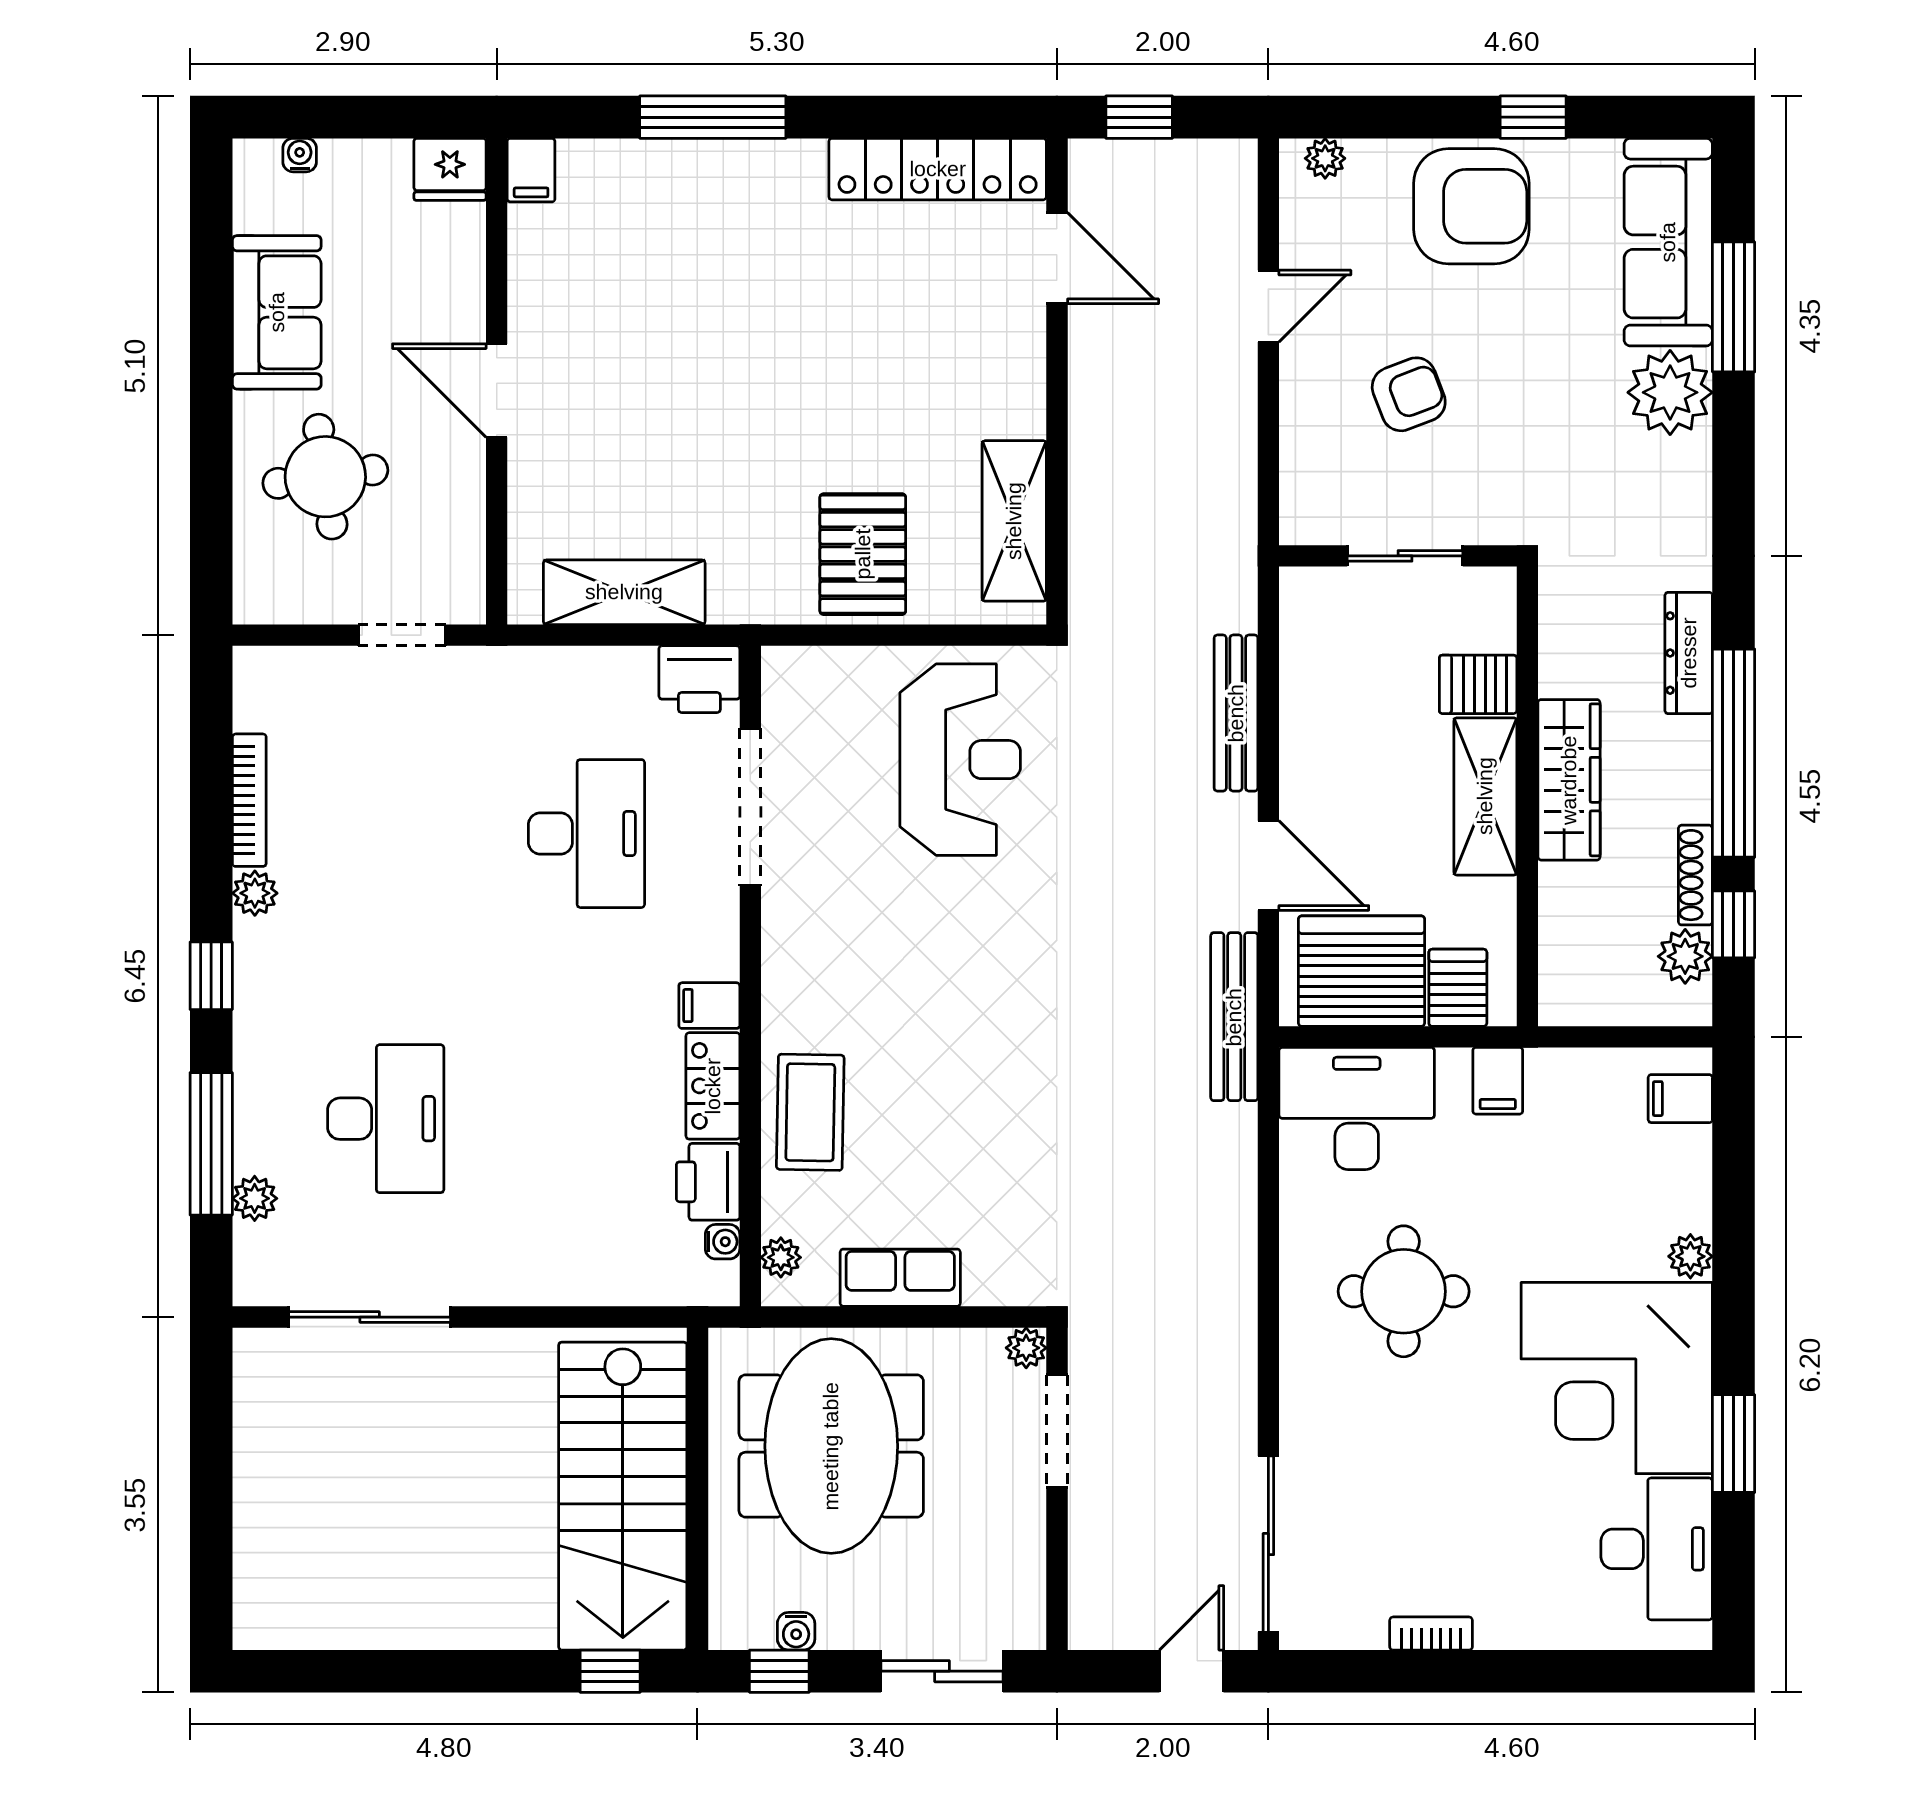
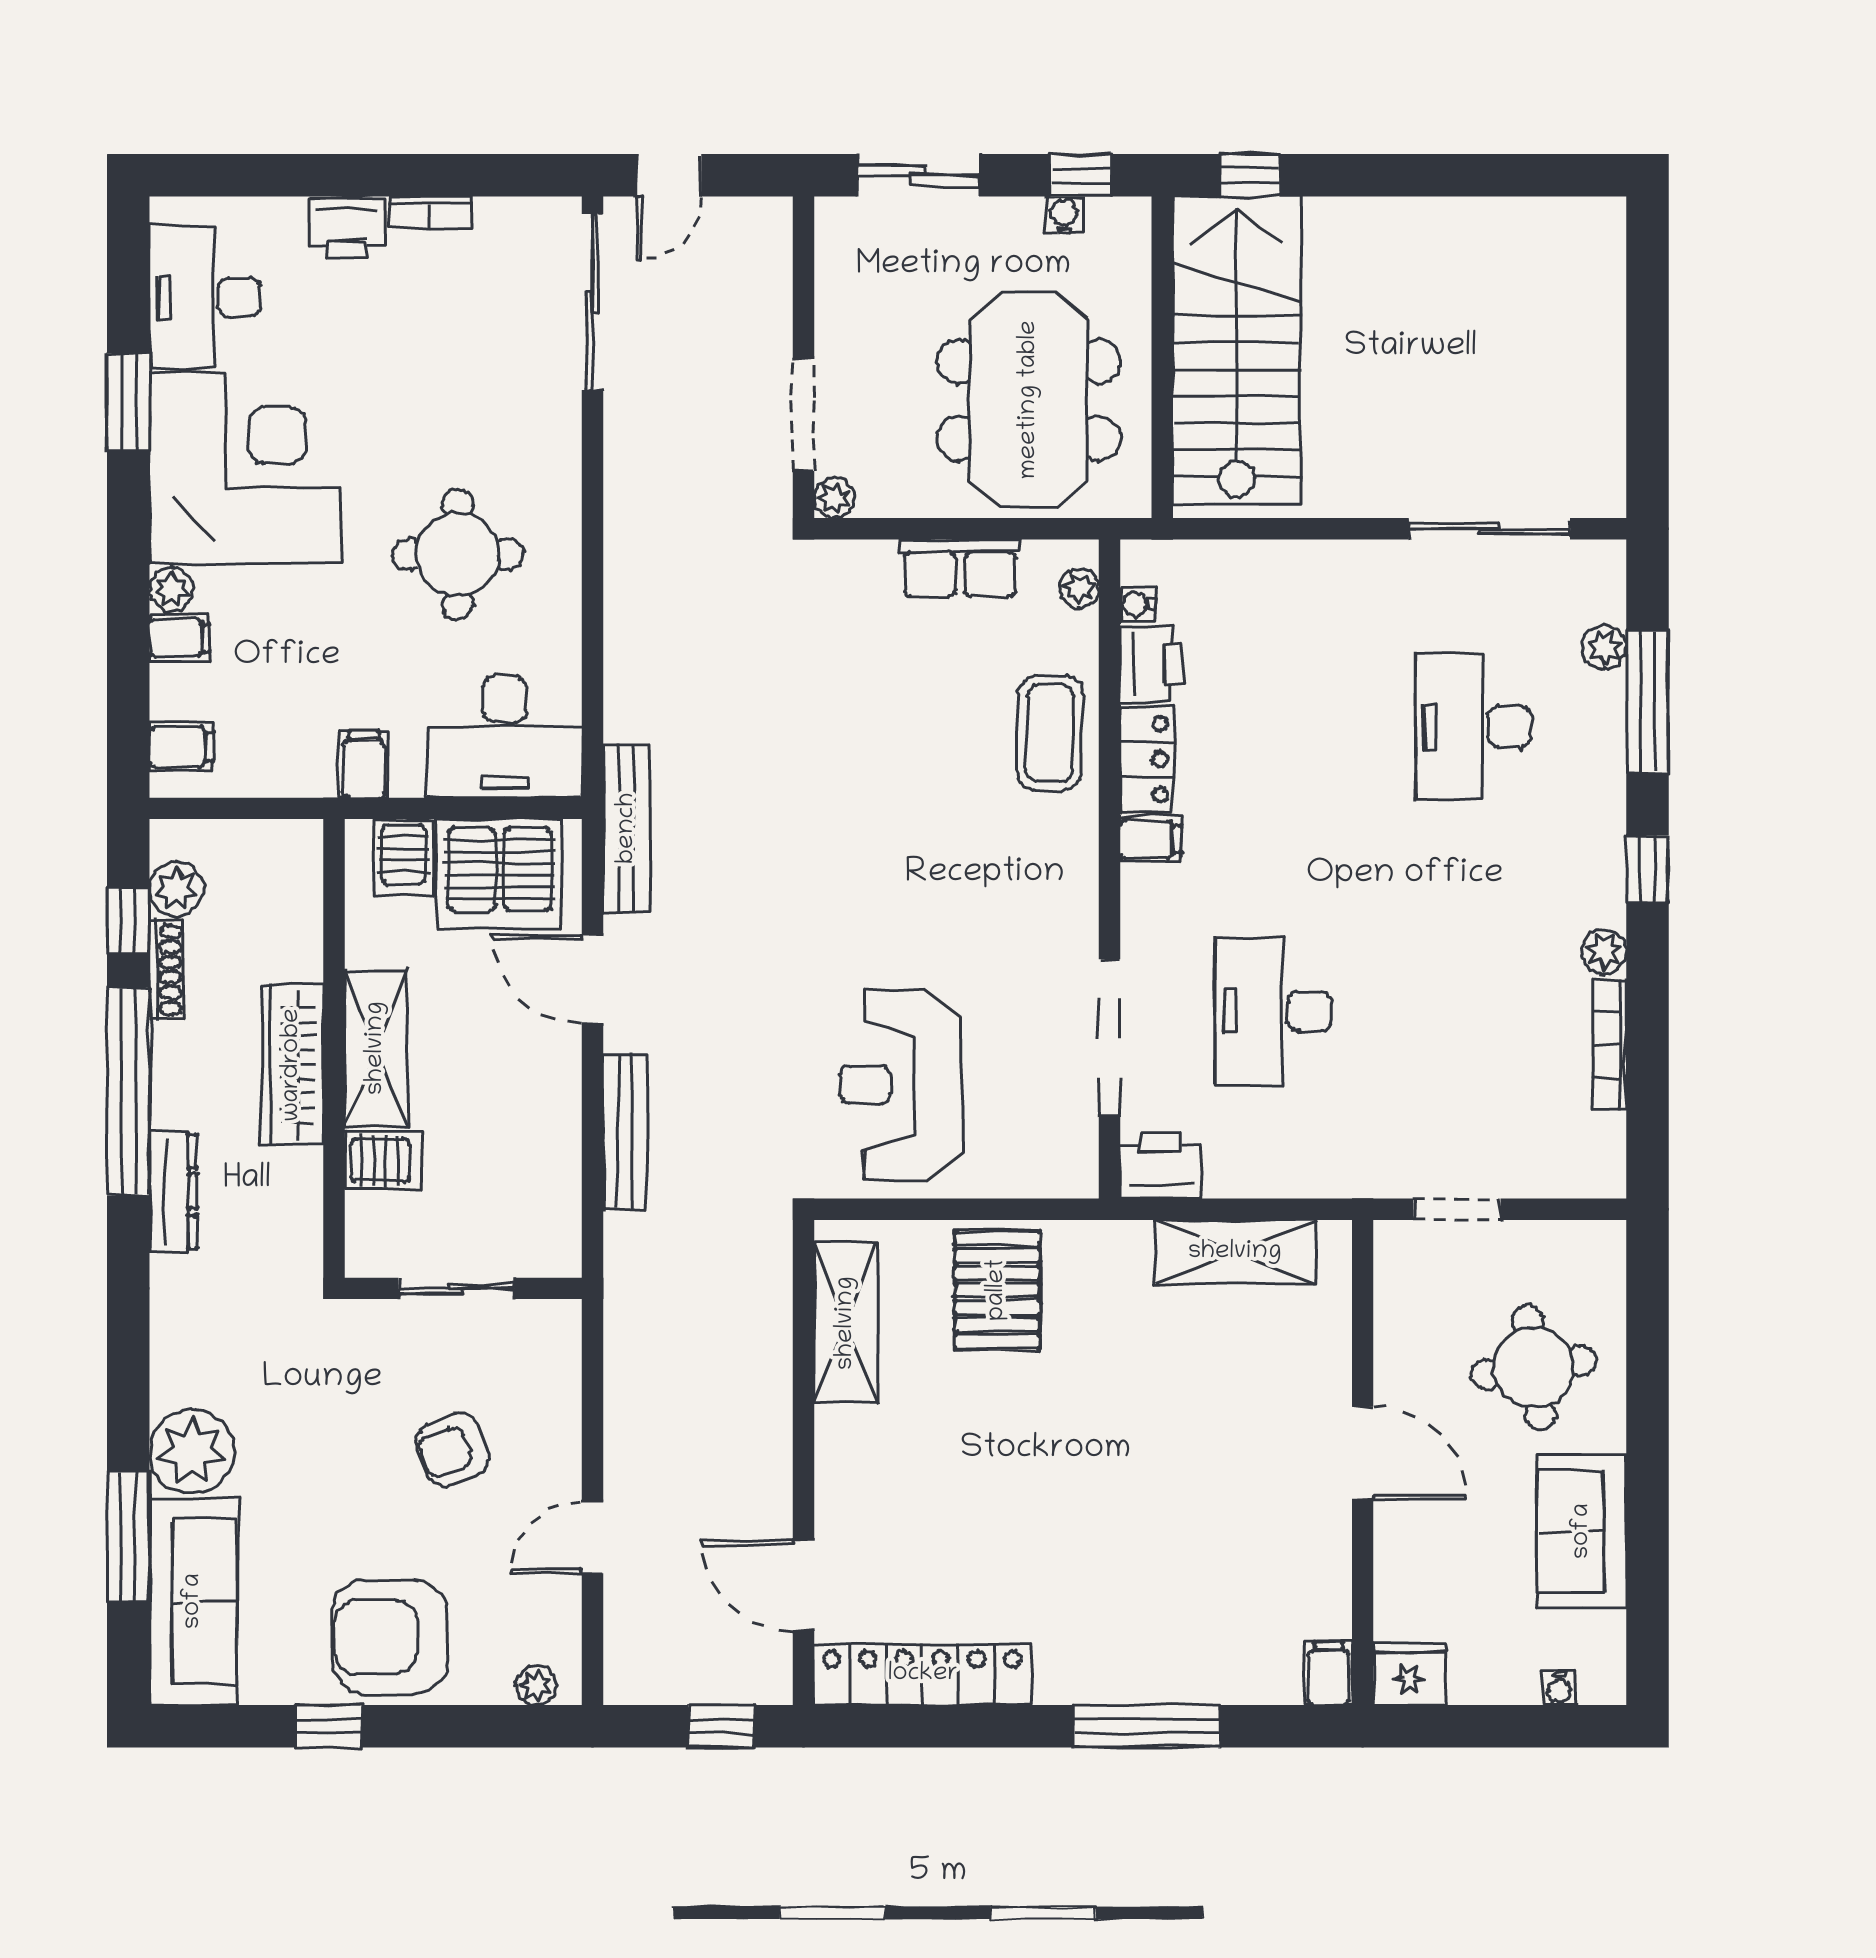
filing cabinet: (1682, 1207) -> (180, 638), added
printer: (1514, 1619) -> (347, 228), added

